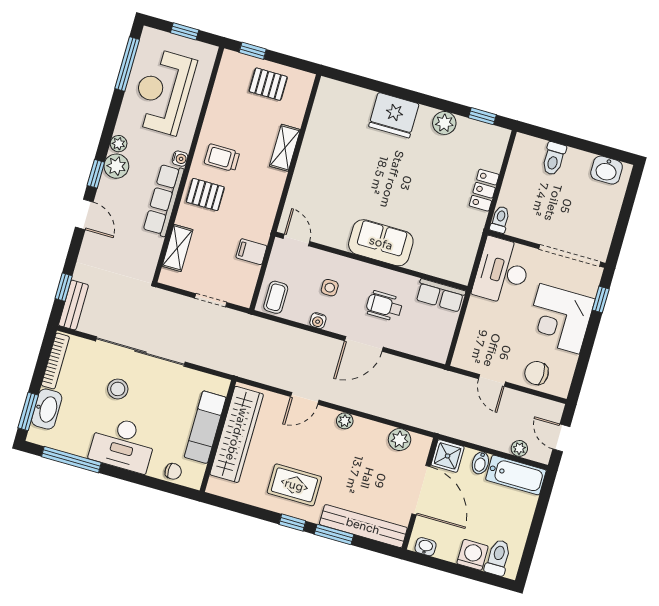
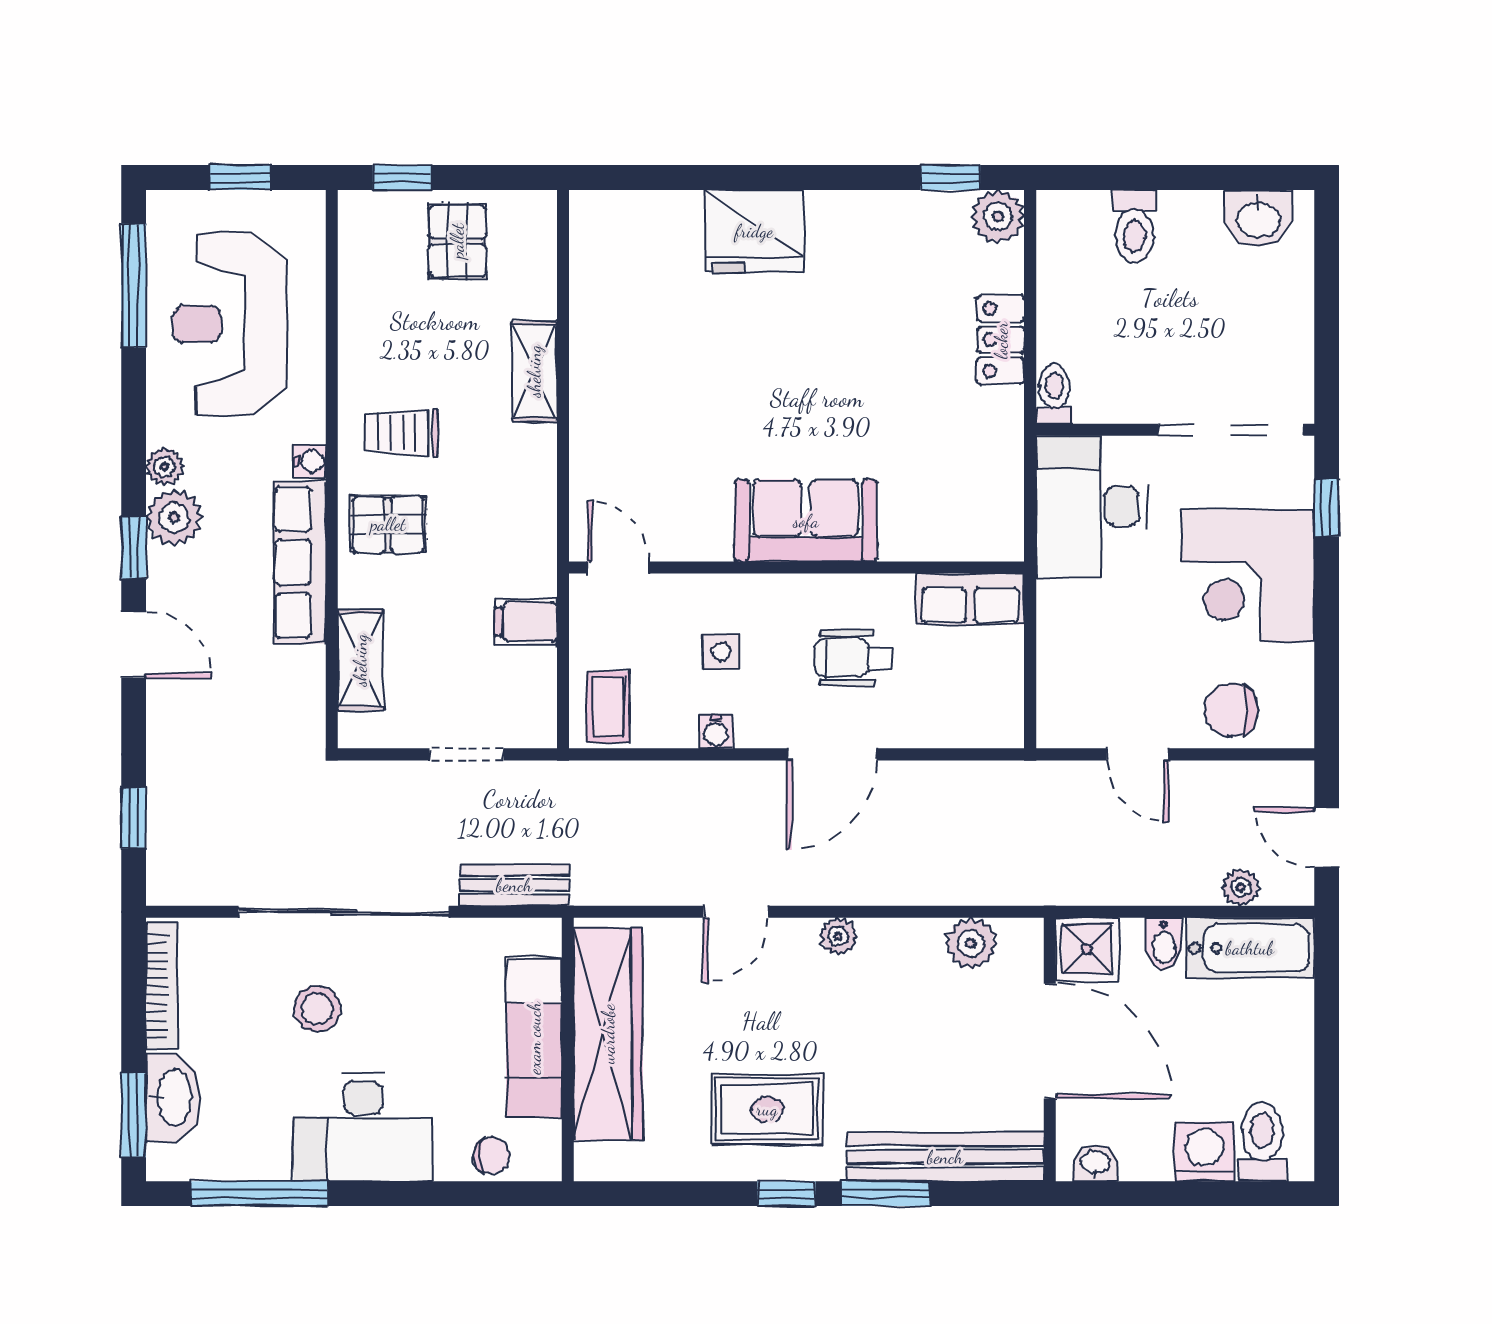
pallet: (268, 84) -> (457, 241), turned 90
plant: (444, 123) -> (998, 216), moved
bench: (73, 305) -> (514, 885), moved, turned 90

